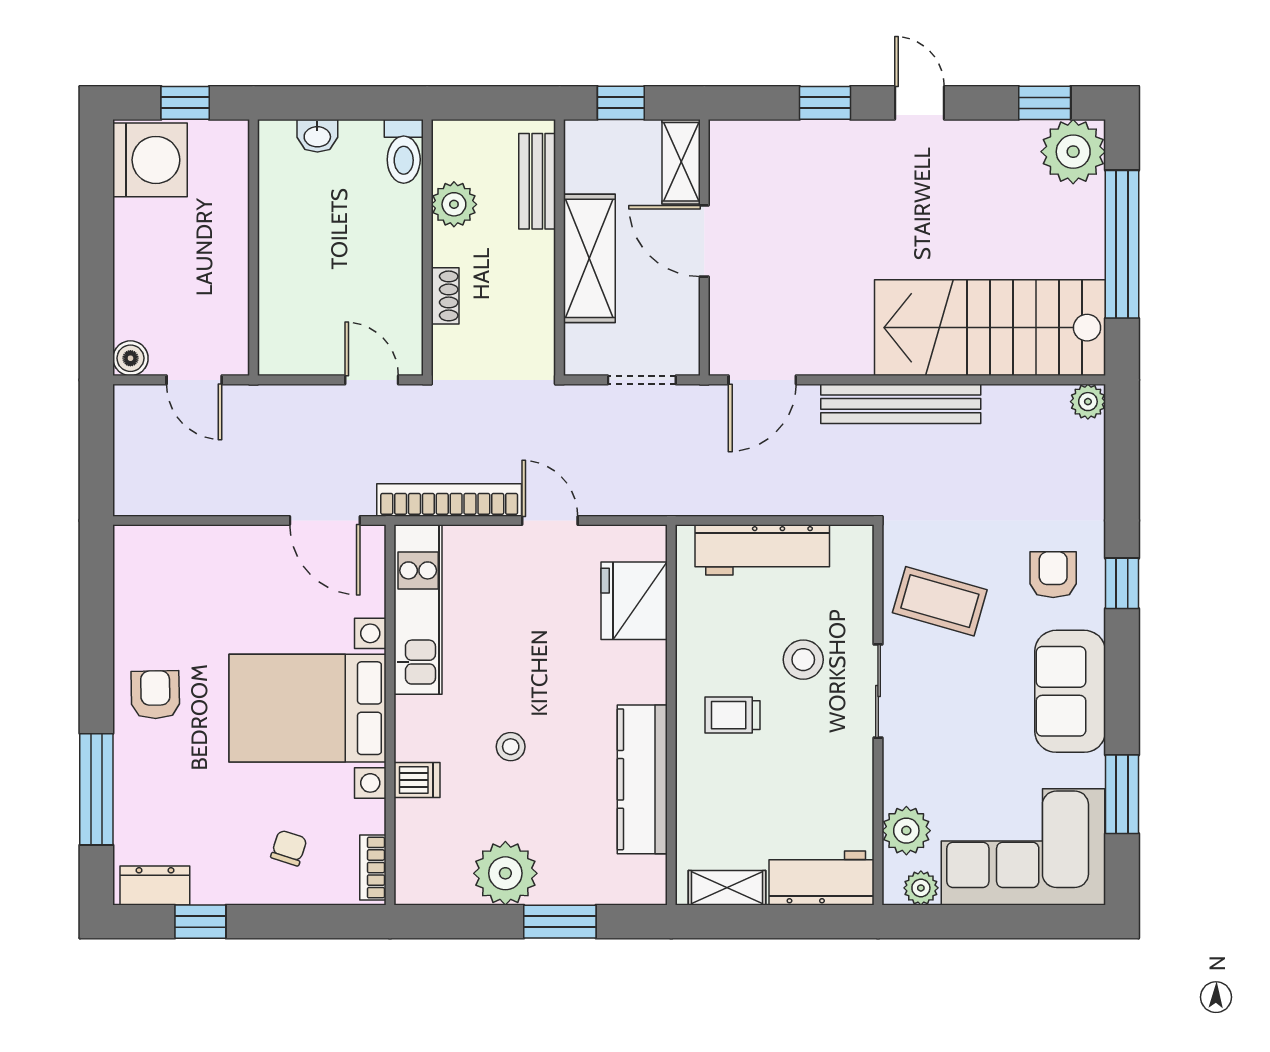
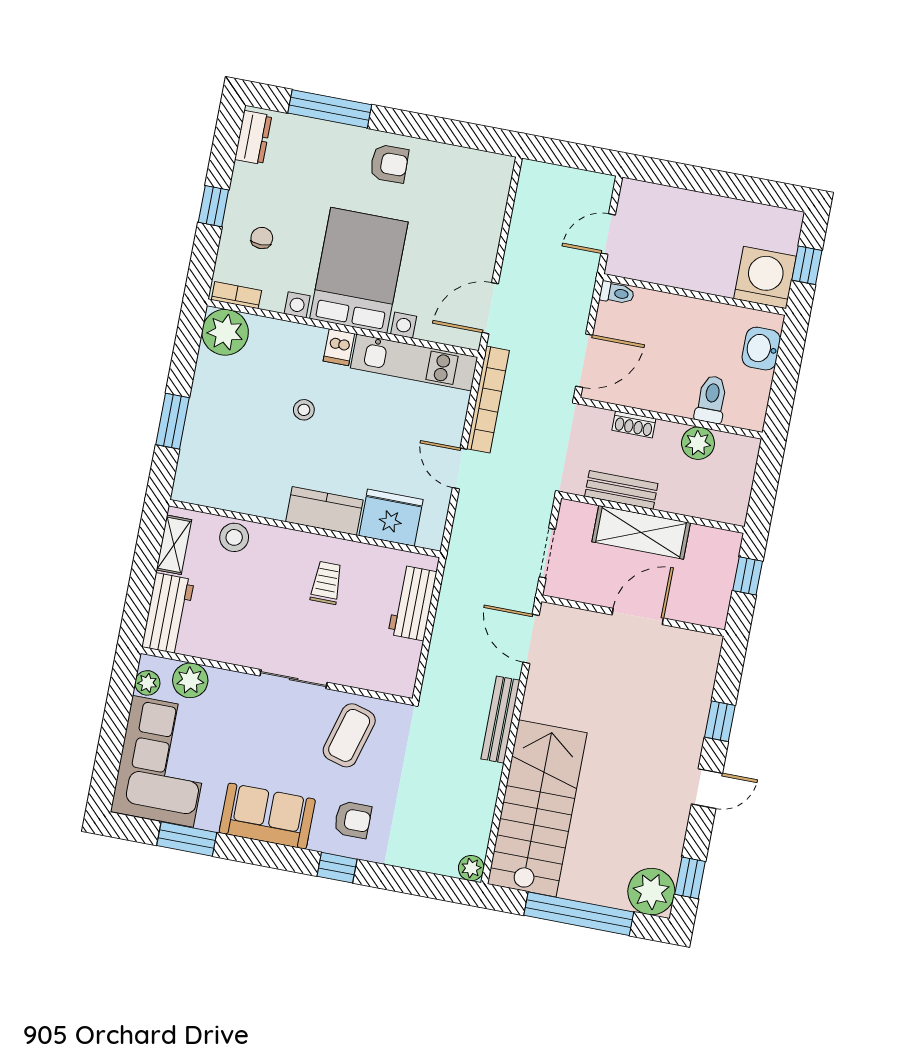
washbasin: (317, 136) -> (761, 349), width x1.38, depth x1.45
toilet: (404, 151) -> (711, 399), moved, turned 90
washing machine: (150, 160) -> (765, 278), moved, turned 180
shelving: (681, 162) -> (697, 611), removed
bench: (537, 181) -> (621, 490), moved
toilet: (272, 353) -> (617, 293), added
boiler: (130, 358) -> (632, 192), removed
door: (372, 380) -> (584, 361), width x1.38
bench: (901, 404) -> (500, 720), width x0.73, depth x0.82
door: (550, 520) -> (460, 468), swing flipped
workbench: (762, 550) -> (412, 603), width x0.73
stool: (803, 660) -> (234, 537), moved
trolley: (732, 715) -> (326, 583), moved
kitchen counter: (642, 779) -> (324, 511), moved, width x0.67
dishwasher: (417, 780) -> (339, 347), moved
chair: (289, 848) -> (262, 238), turned -108
plant: (505, 873) -> (225, 332), moved
window: (200, 922) -> (213, 206), moved

